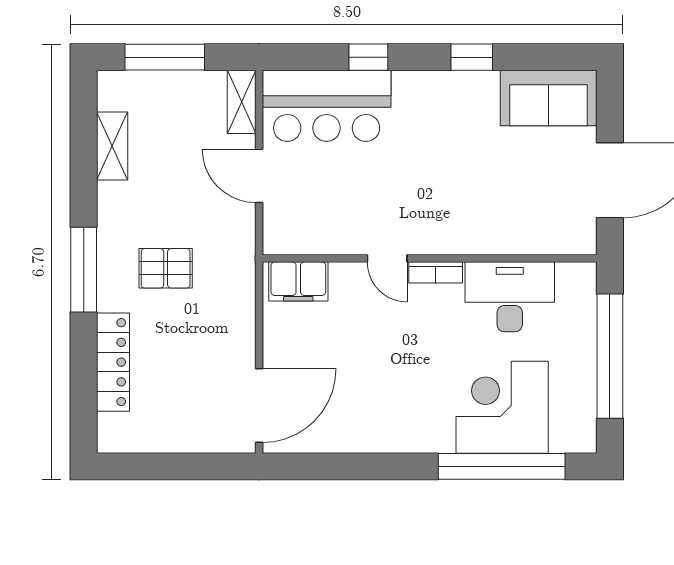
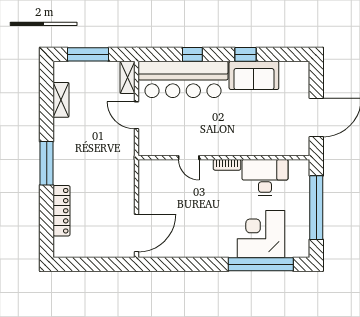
sofa: (549, 98) -> (254, 75), moved
bar counter: (327, 106) -> (183, 79), width x1.36
door: (387, 258) -> (189, 158), moved
pallet: (166, 268) -> (89, 163), removed
filing cabinet: (298, 281) -> (157, 169), removed

